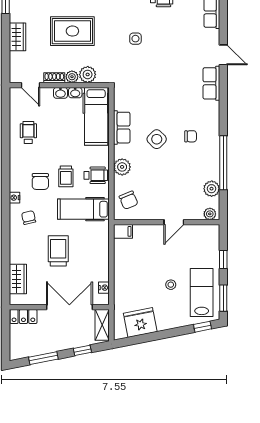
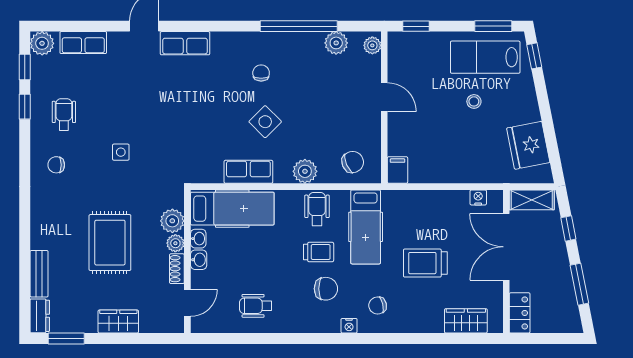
window: (223, 260) -> (416, 26), moved

